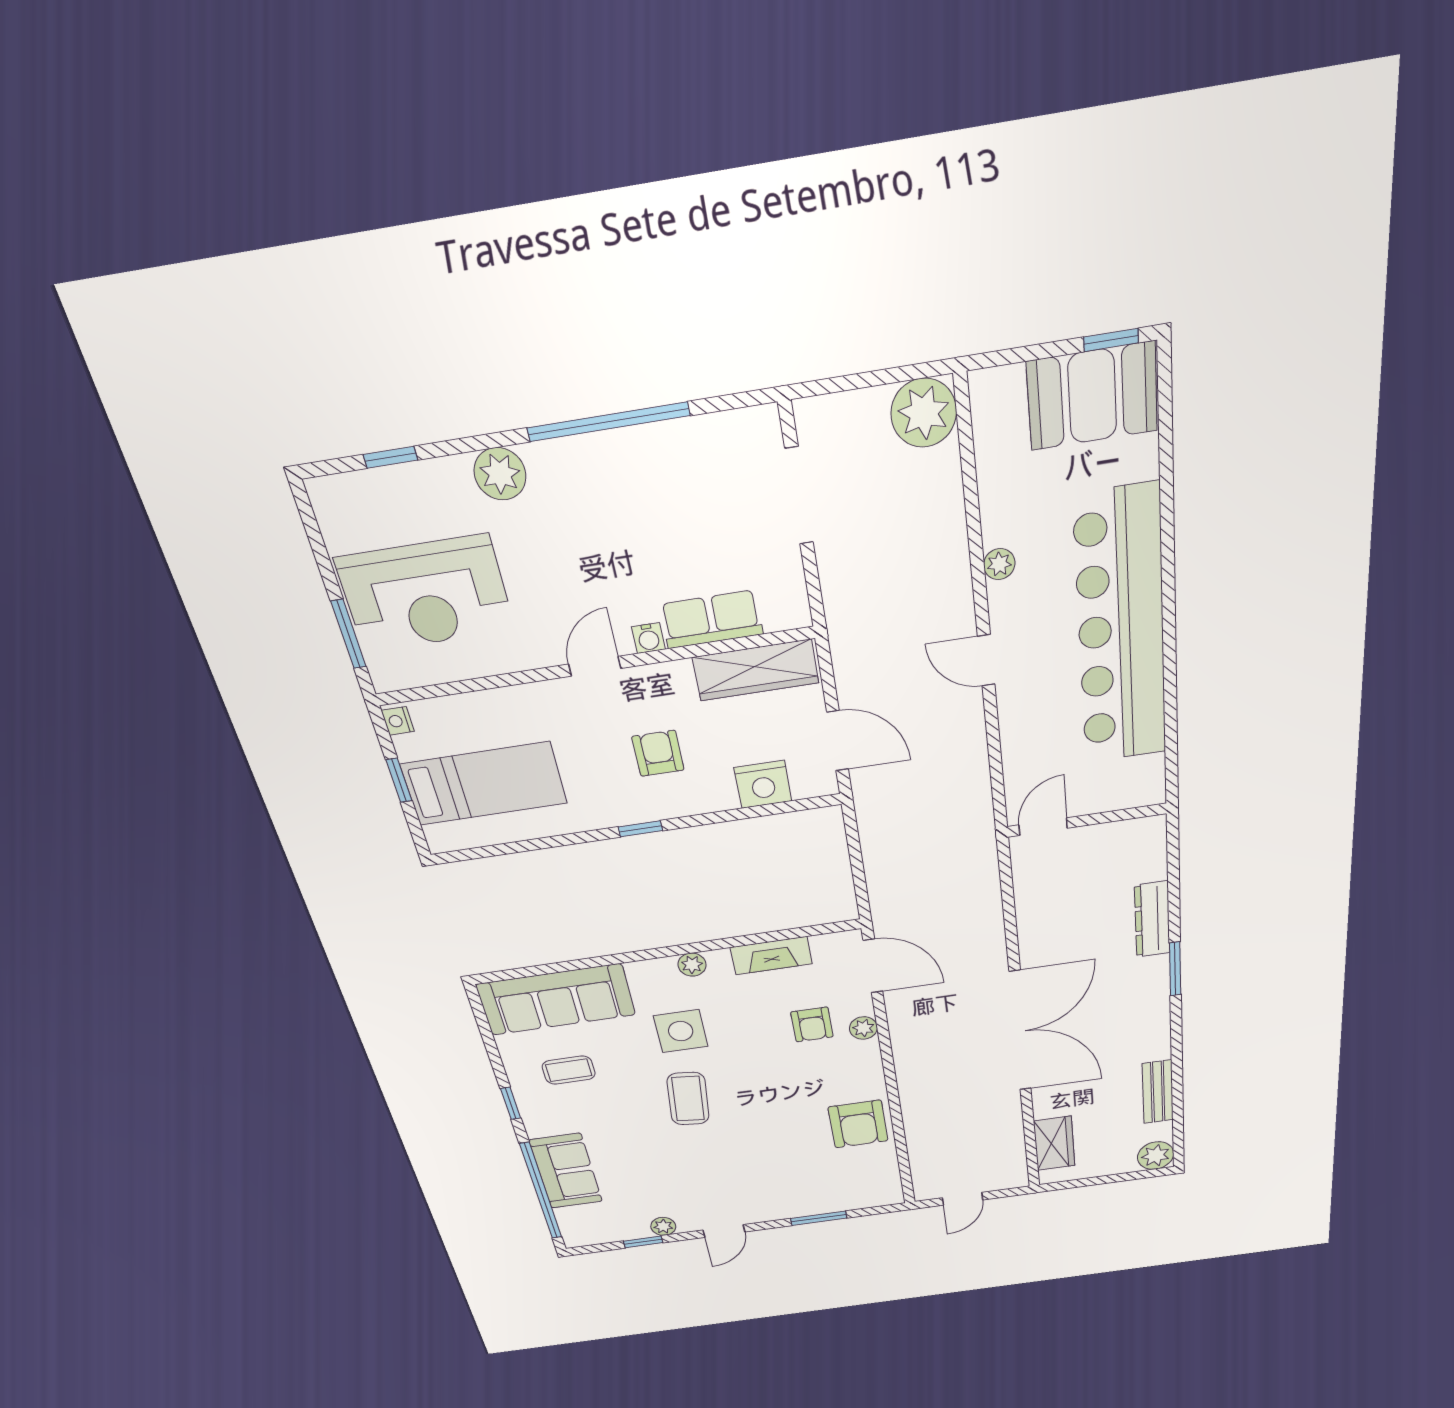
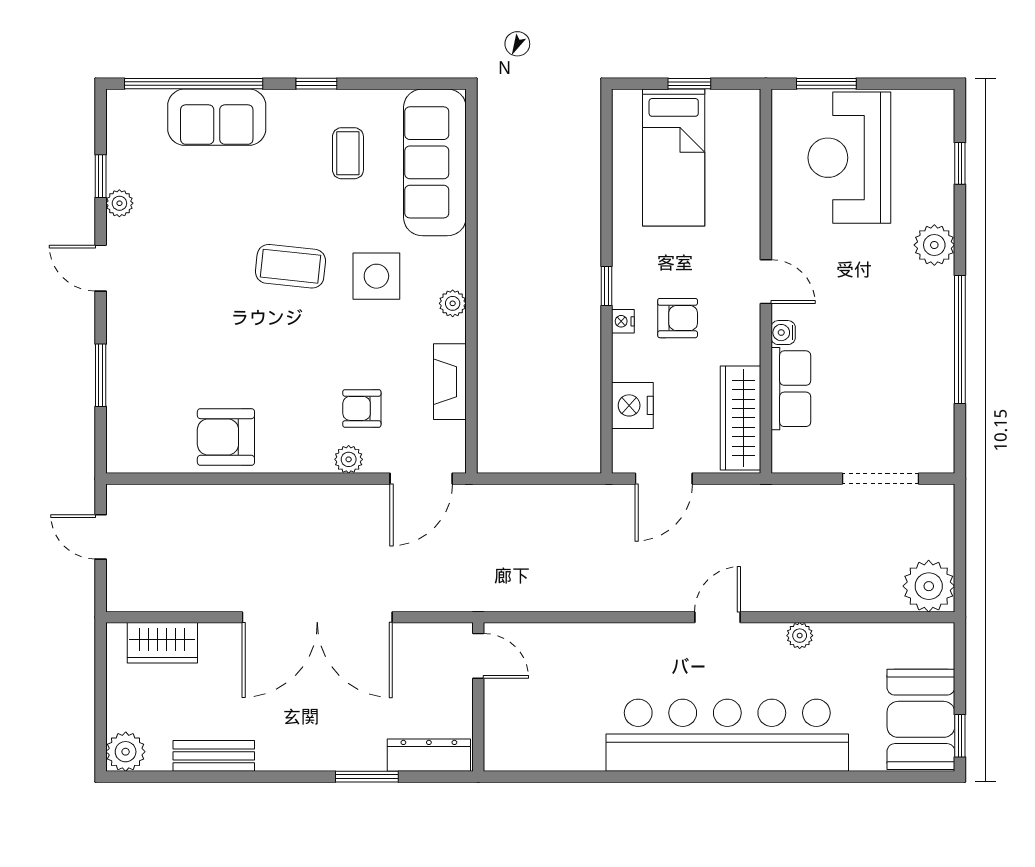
nightstand: (398, 721) -> (623, 321), moved, turned -90
wall: (1087, 820) -> (478, 697), moved
door: (1043, 827) -> (478, 656), moved

